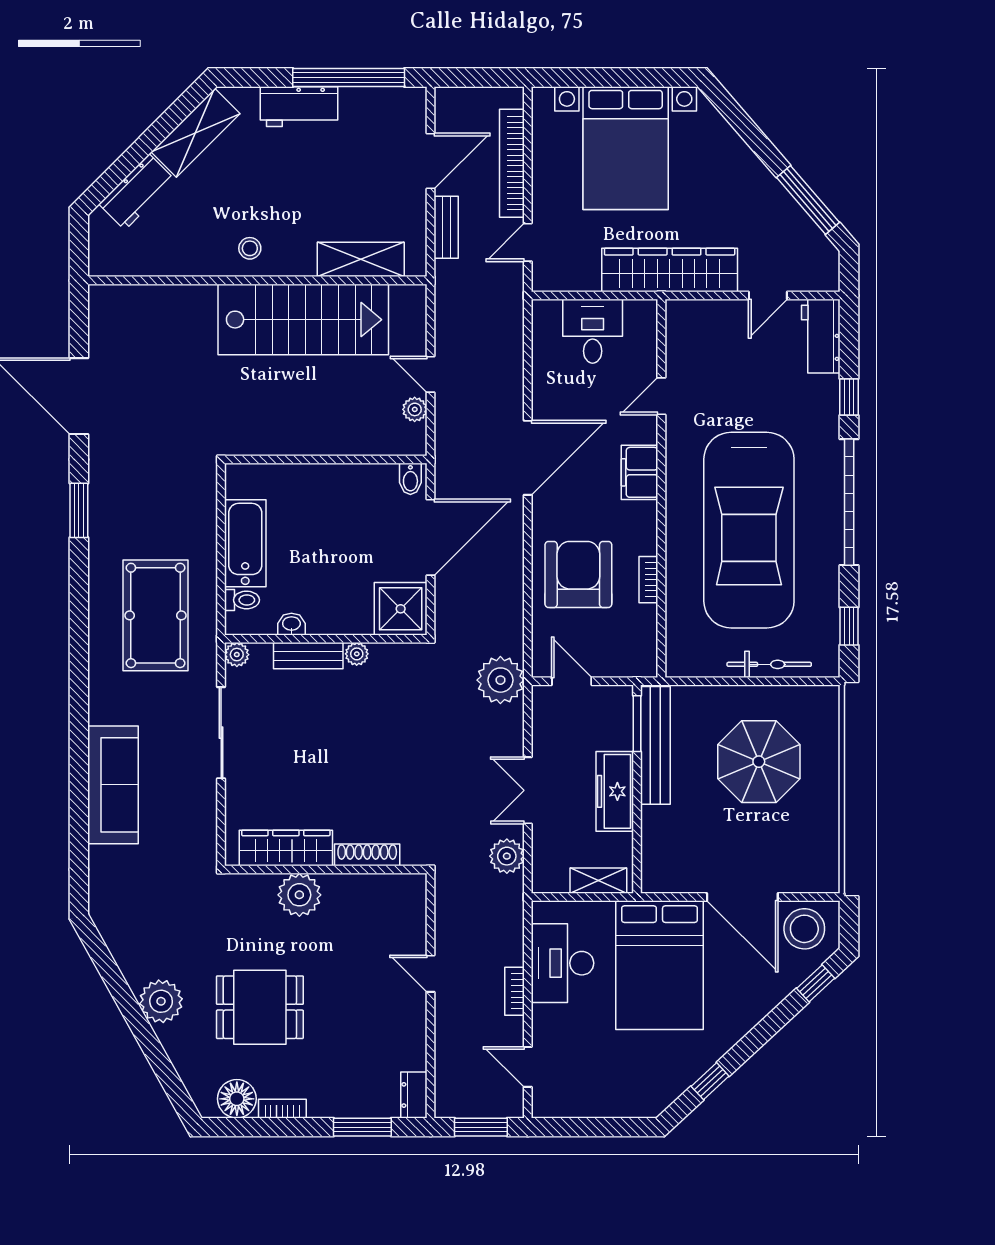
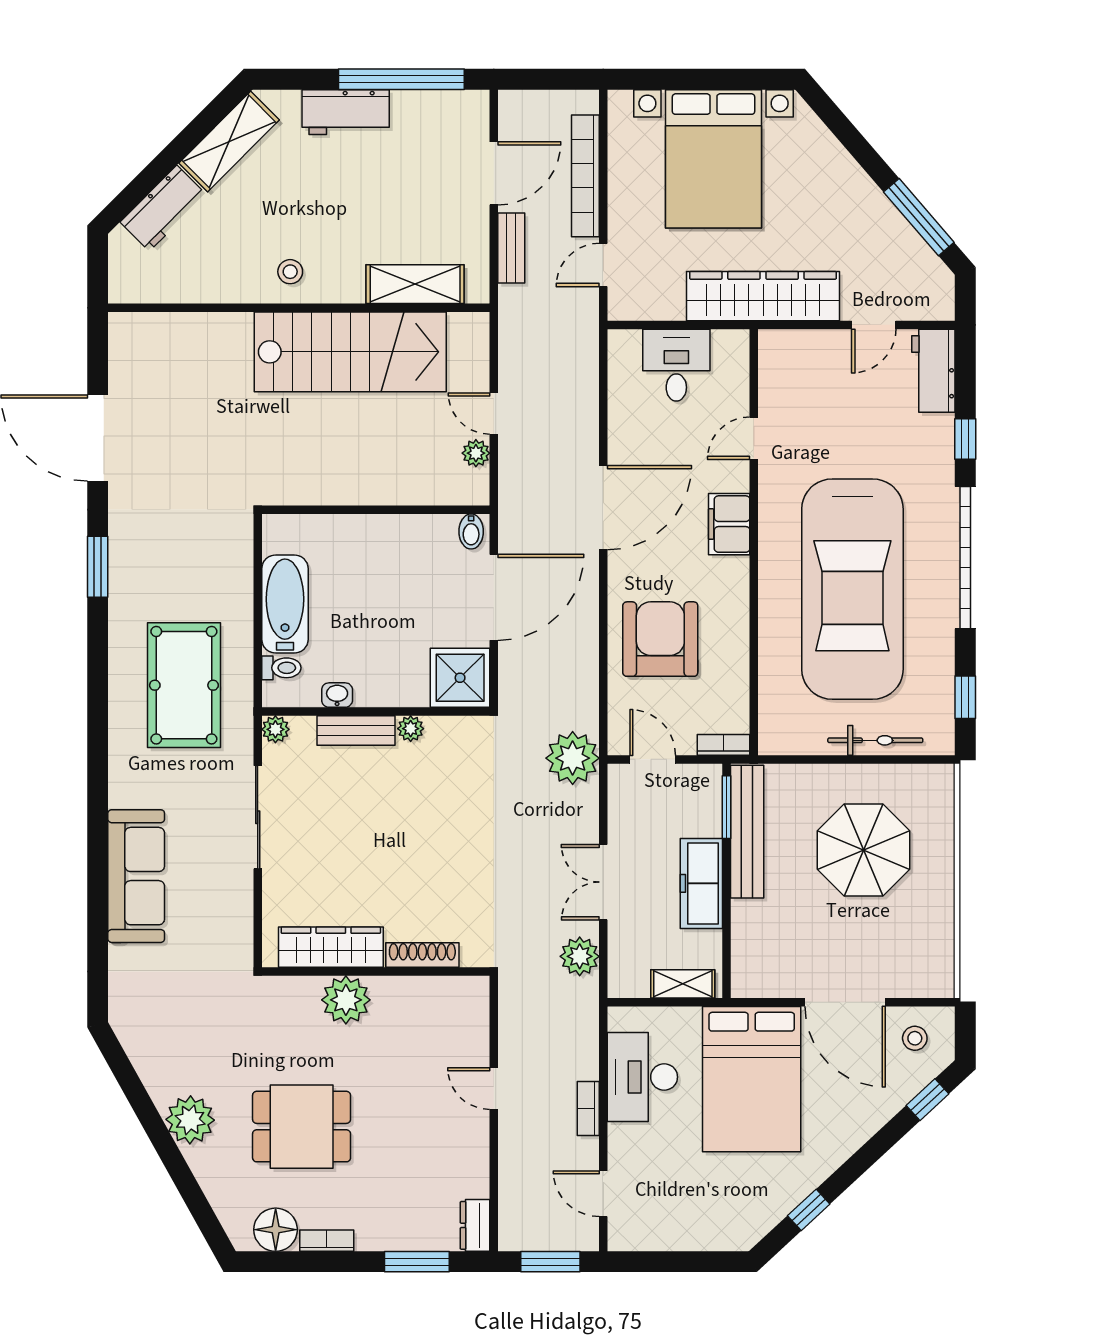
bookcase: (648, 580) -> (724, 745), moved, turned 90
stool: (804, 929) -> (915, 1038), width x0.53, depth x0.53

